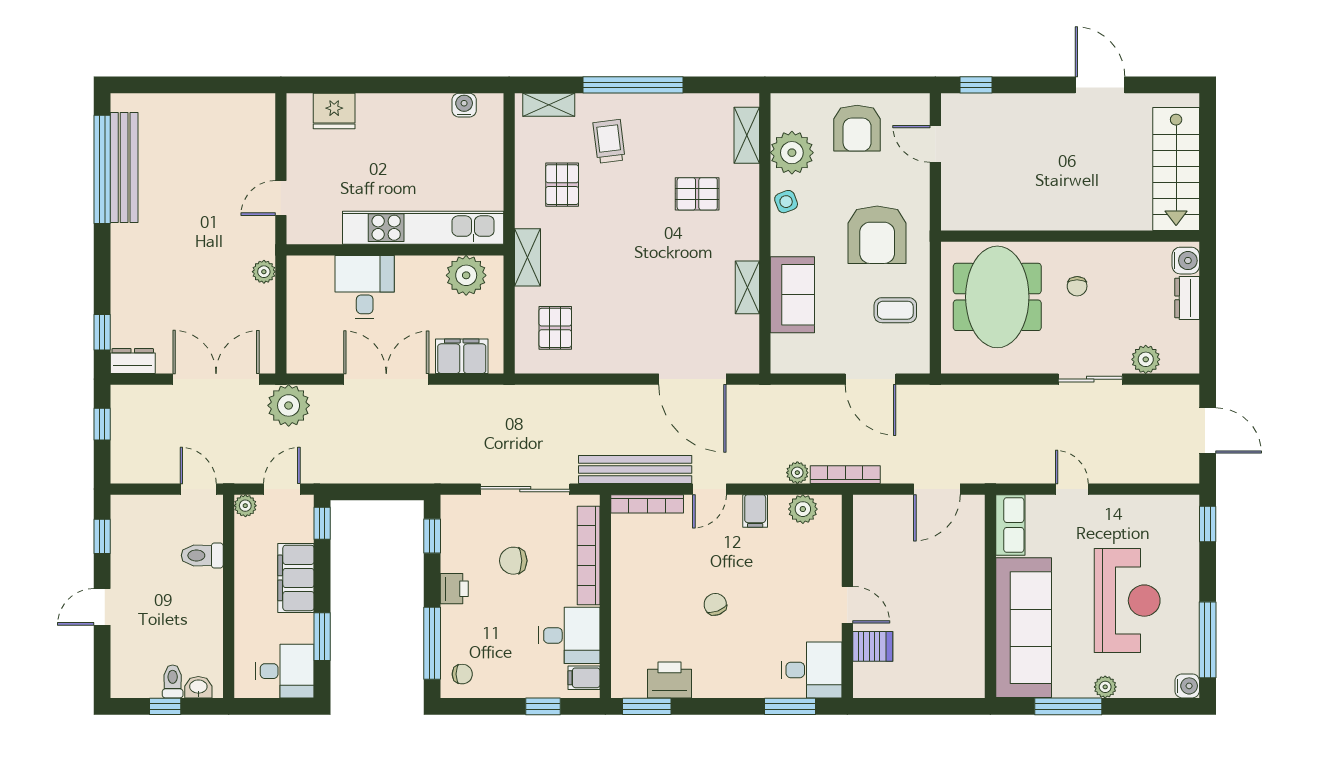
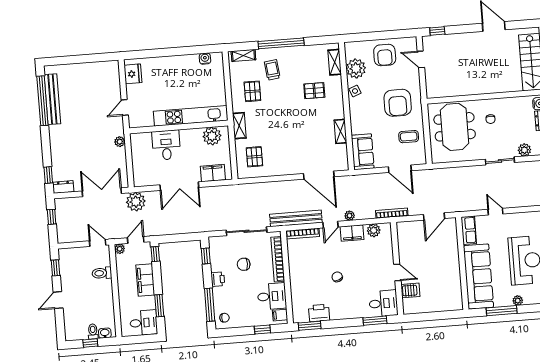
fridge: (334, 111) -> (133, 74), moved, turned -90
sofa: (792, 295) -> (363, 152), moved
double door: (386, 379) -> (179, 186), swing flipped
plant: (797, 473) -> (350, 216), moved
filing cabinet: (755, 511) -> (352, 233), width x2.00

